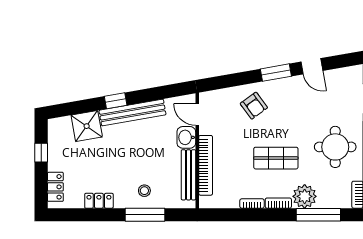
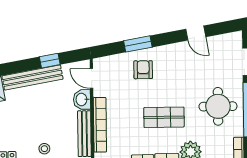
window: (276, 73) -> (138, 44), moved
window: (116, 101) -> (50, 61), moved
armchair: (254, 106) -> (143, 70), turned -144

